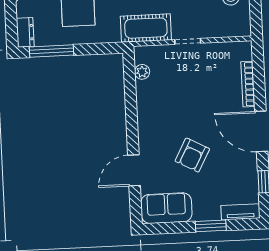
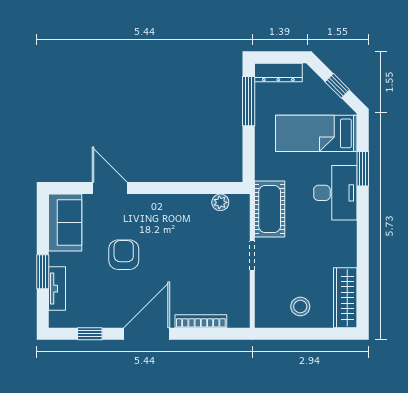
dresser: (25, 32) -> (278, 72), width x1.44
armchair: (192, 155) -> (124, 255), turned 62
tv unit: (240, 212) -> (57, 289), moved

